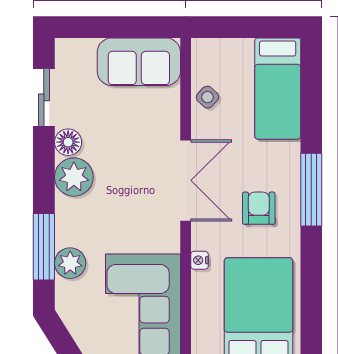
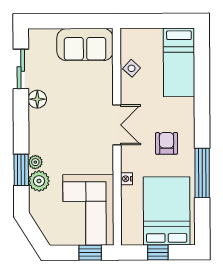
plant: (74, 177) -> (35, 162), moved, width x0.53, depth x0.53
double door: (186, 180) -> (117, 125), width x0.73
window: (311, 190) -> (202, 173), moved
window: (44, 247) -> (21, 170), width x0.69

